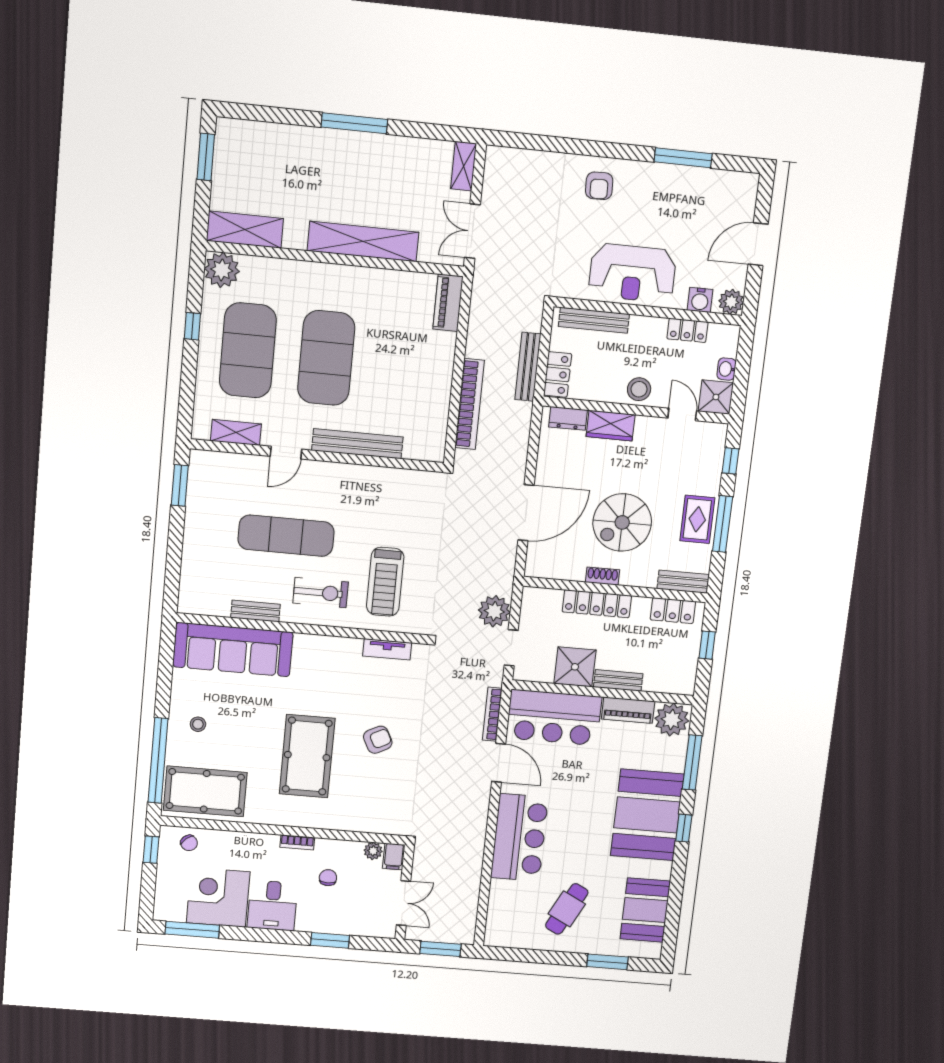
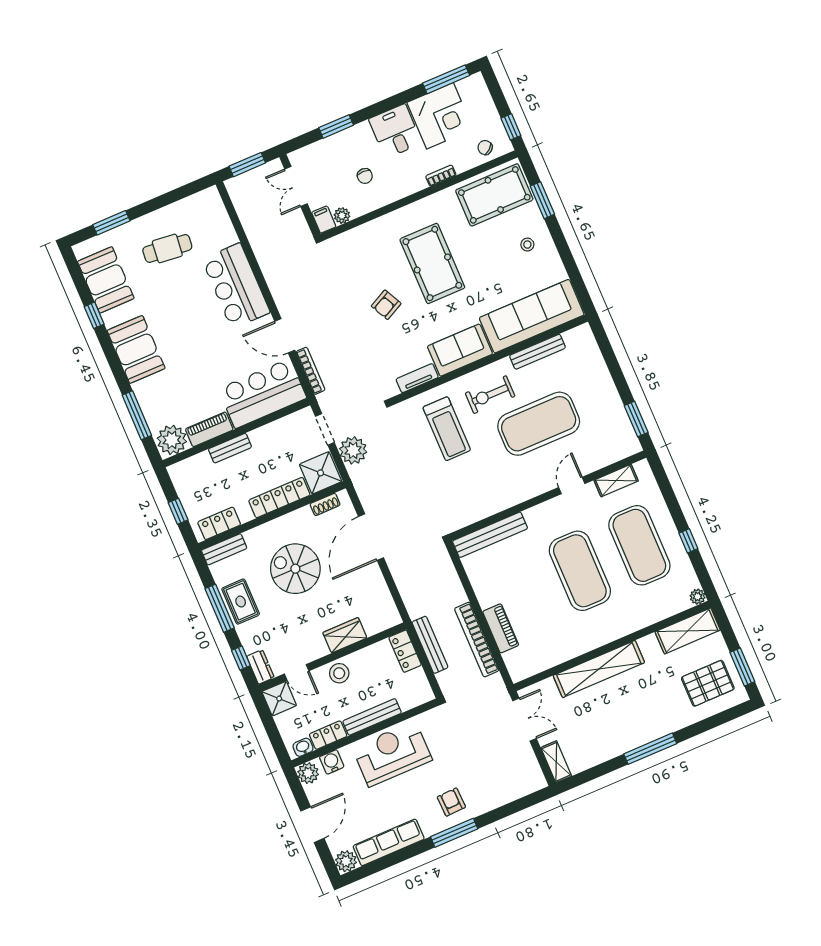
window: (683, 158) -> (454, 833), moved
pallet: (253, 160) -> (708, 683), added
row of seats: (690, 180) -> (389, 842), added
plant: (746, 185) -> (346, 861), added
plant: (222, 270) -> (698, 597), width x0.53, depth x0.53
piano: (448, 303) -> (501, 628), moved
bench: (594, 320) -> (372, 717), moved
washbasin: (727, 369) -> (303, 747), moved, turned -90
bookcase: (470, 404) -> (477, 640), moved
dresser: (568, 418) -> (260, 667), moved, turned 90
bench: (357, 444) -> (490, 535), moved
spiral stairs: (622, 522) -> (295, 569), turned -90
exercise mat: (286, 536) -> (539, 424), width x1.47
shoe rack: (602, 576) -> (325, 504), moved
treadmill: (385, 582) -> (447, 429), turned 180
bench: (255, 611) -> (537, 352), width x1.36
sofa: (327, 654) -> (460, 350), added
shower: (575, 667) -> (321, 473), moved
window: (158, 760) -> (542, 200), width x0.47
booth: (647, 815) -> (136, 349), width x0.73, depth x0.70
window: (684, 828) -> (94, 315), moved
bookcase: (297, 842) -> (441, 176), moved
cafe table: (567, 909) -> (167, 248), turned 69

